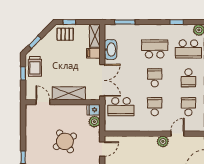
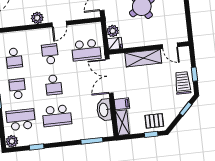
school desk: (121, 107) -> (86, 50), turned 180
school desk: (155, 107) -> (50, 54), turned 180
door: (177, 134) -> (59, 24), moved

